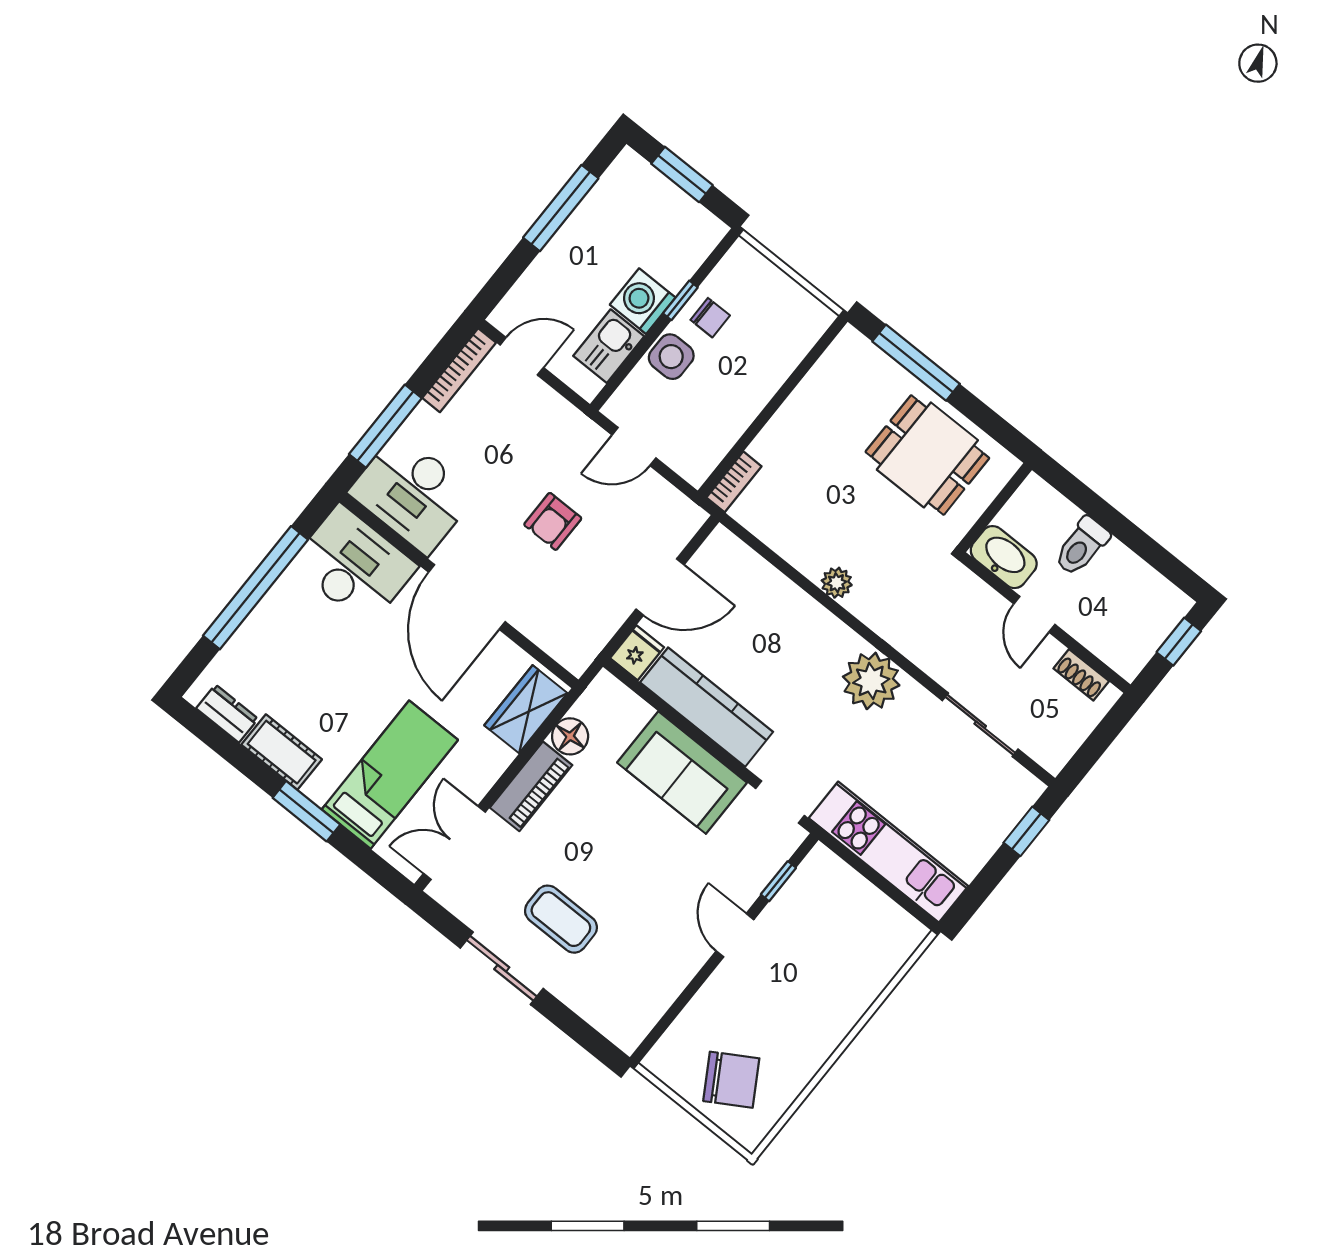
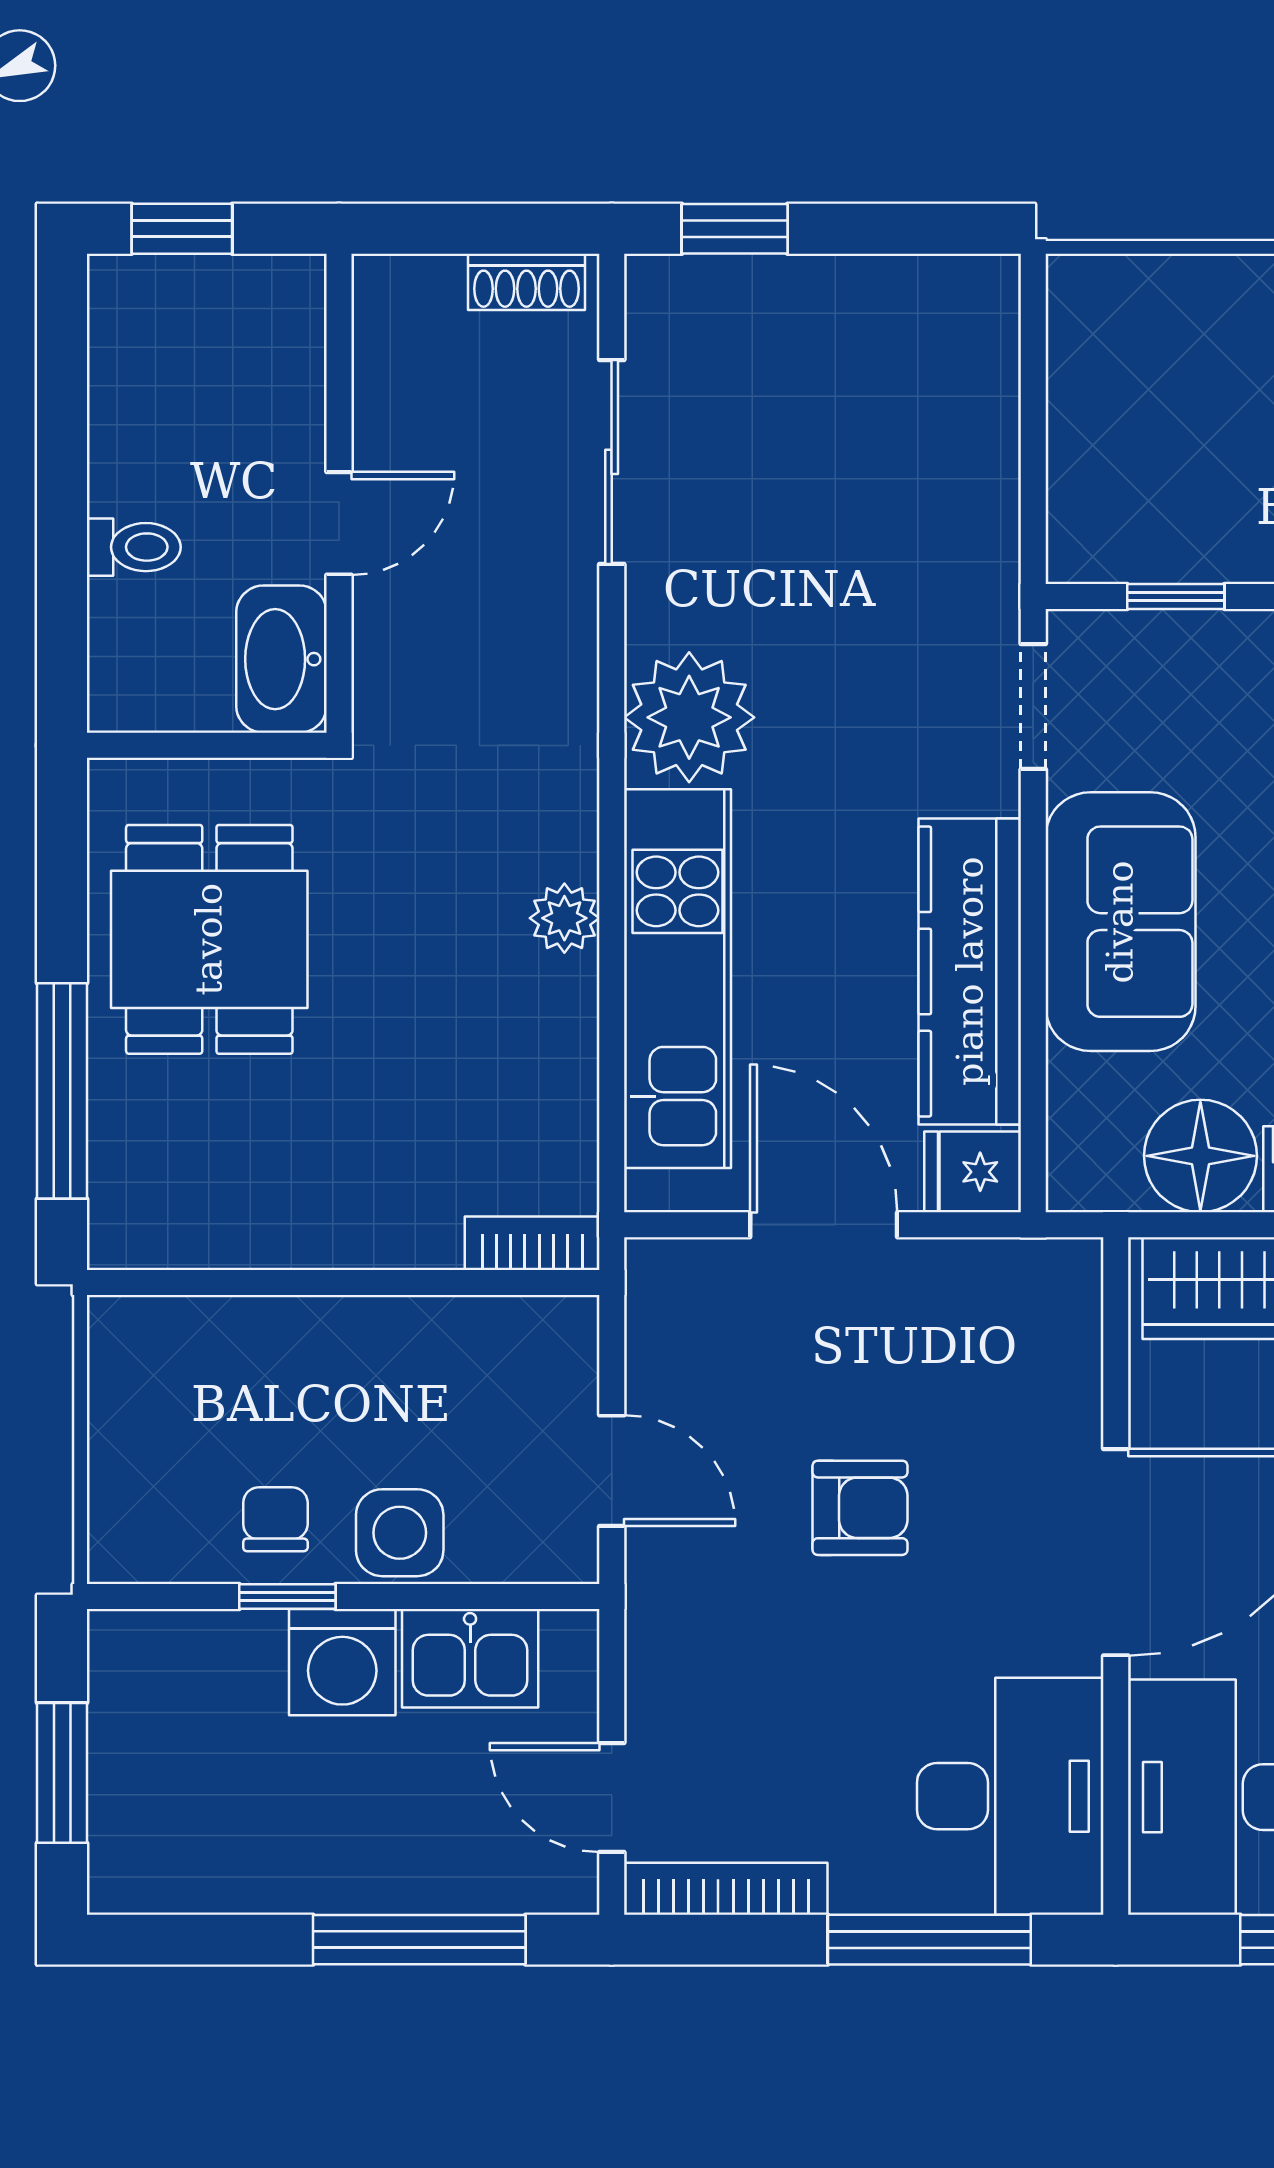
window: (561, 208) -> (419, 1940), moved
toilet: (1082, 546) -> (134, 547), width x0.73, depth x0.72
shoe rack: (1081, 675) -> (526, 282), moved, turned 90
floor lamp: (570, 736) -> (1200, 1156), width x1.38, depth x1.38
kitchen unit: (889, 852) -> (677, 979), moved, turned 180

